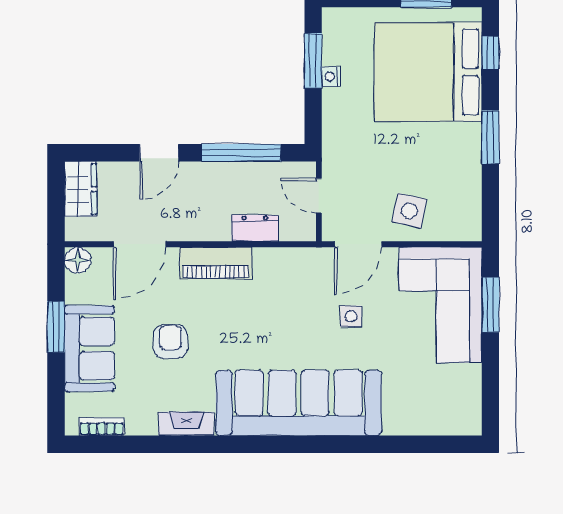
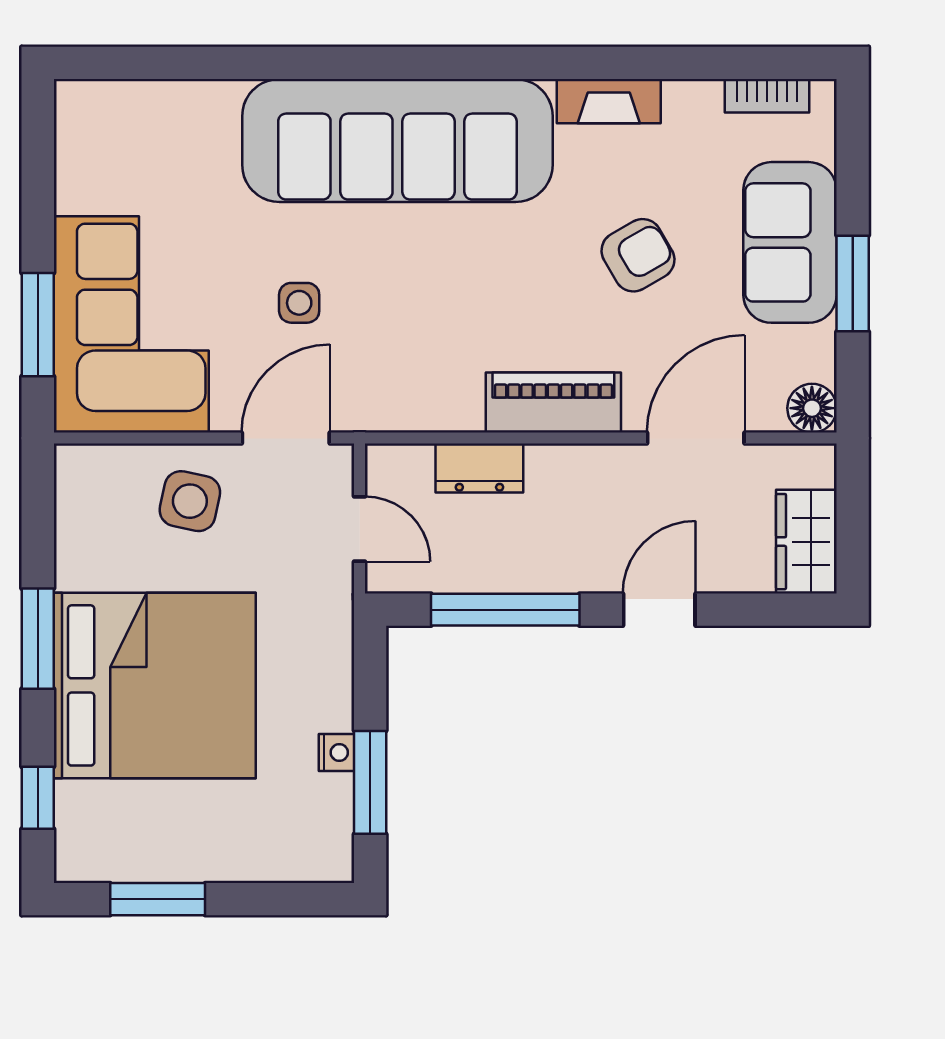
bed: (428, 72) -> (155, 685), moved
armchair: (170, 342) -> (638, 255), turned -120

